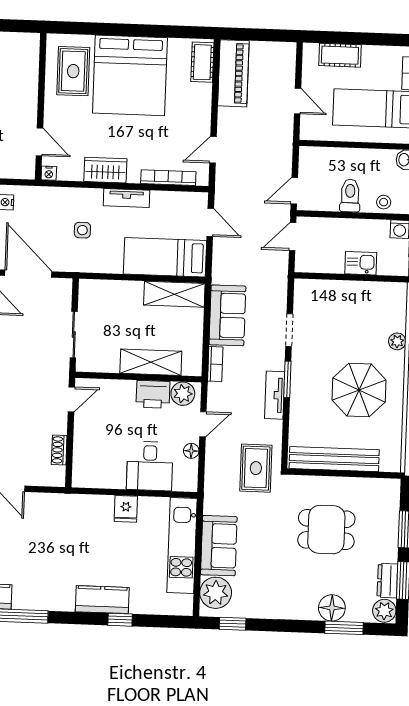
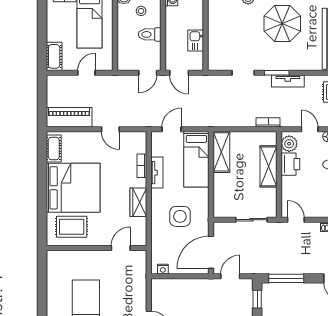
cot: (340, 55) -> (54, 56), moved
cot: (202, 62) -> (54, 149), moved, turned 90
door: (213, 150) -> (110, 129), moved
nightstand: (49, 173) -> (142, 241), removed
bookcase: (168, 178) -> (142, 166), width x0.64
door: (294, 191) -> (148, 73), hinge flipped
tv unit: (127, 198) -> (157, 173), moved
stool: (384, 202) -> (141, 11), moved
side table: (82, 230) -> (180, 216), width x1.87, depth x1.87
kitchen sink: (361, 263) -> (196, 40), moved
sofa: (227, 315) -> (235, 115), removed

